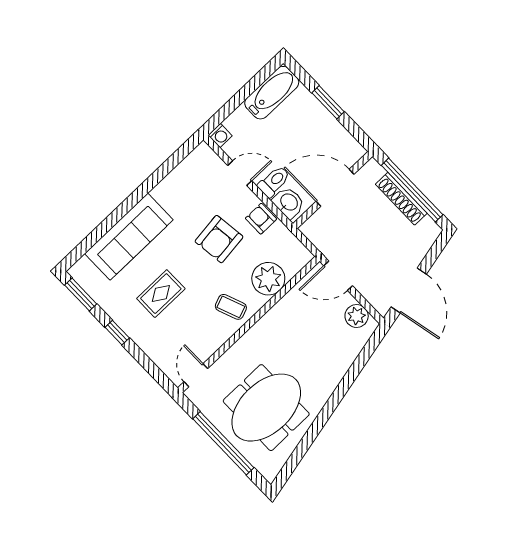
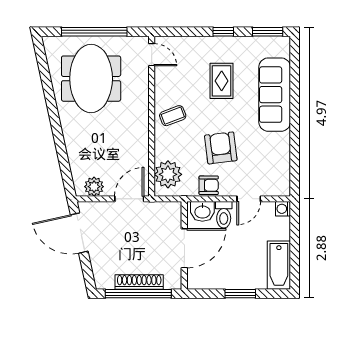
plant: (268, 279) -> (168, 174), moved

